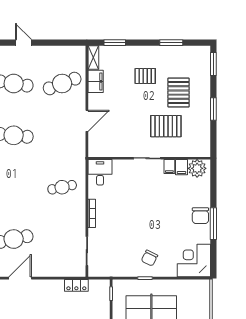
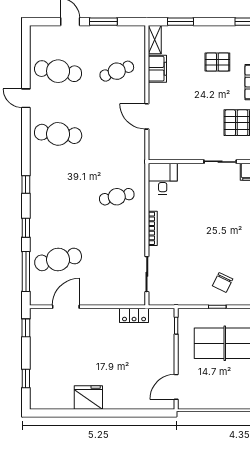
window: (51, 43) -> (103, 22), added
cafe table: (62, 84) -> (117, 71), width x0.73, depth x0.74
door: (87, 121) -> (147, 116), swing flipped

